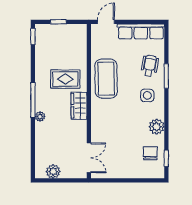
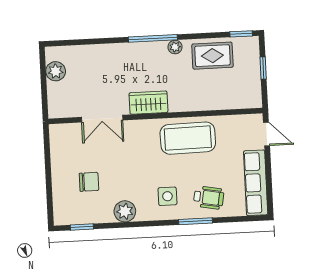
rug: (65, 79) -> (212, 56), moved, turned 90
plant: (40, 117) -> (175, 47), moved
chair: (150, 153) -> (89, 182), moved
double door: (89, 158) -> (102, 119), moved

